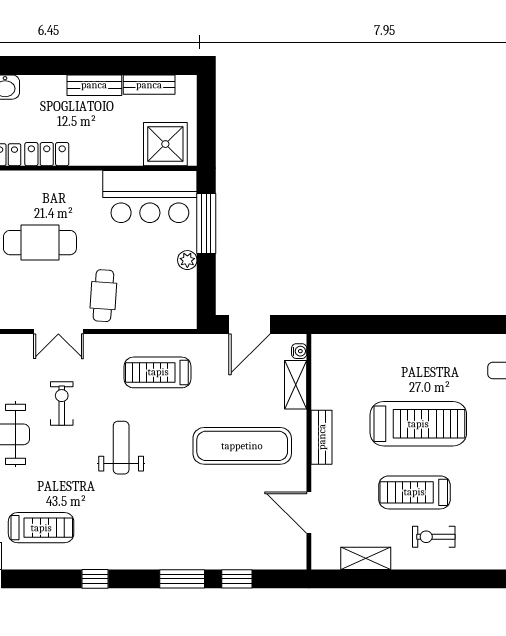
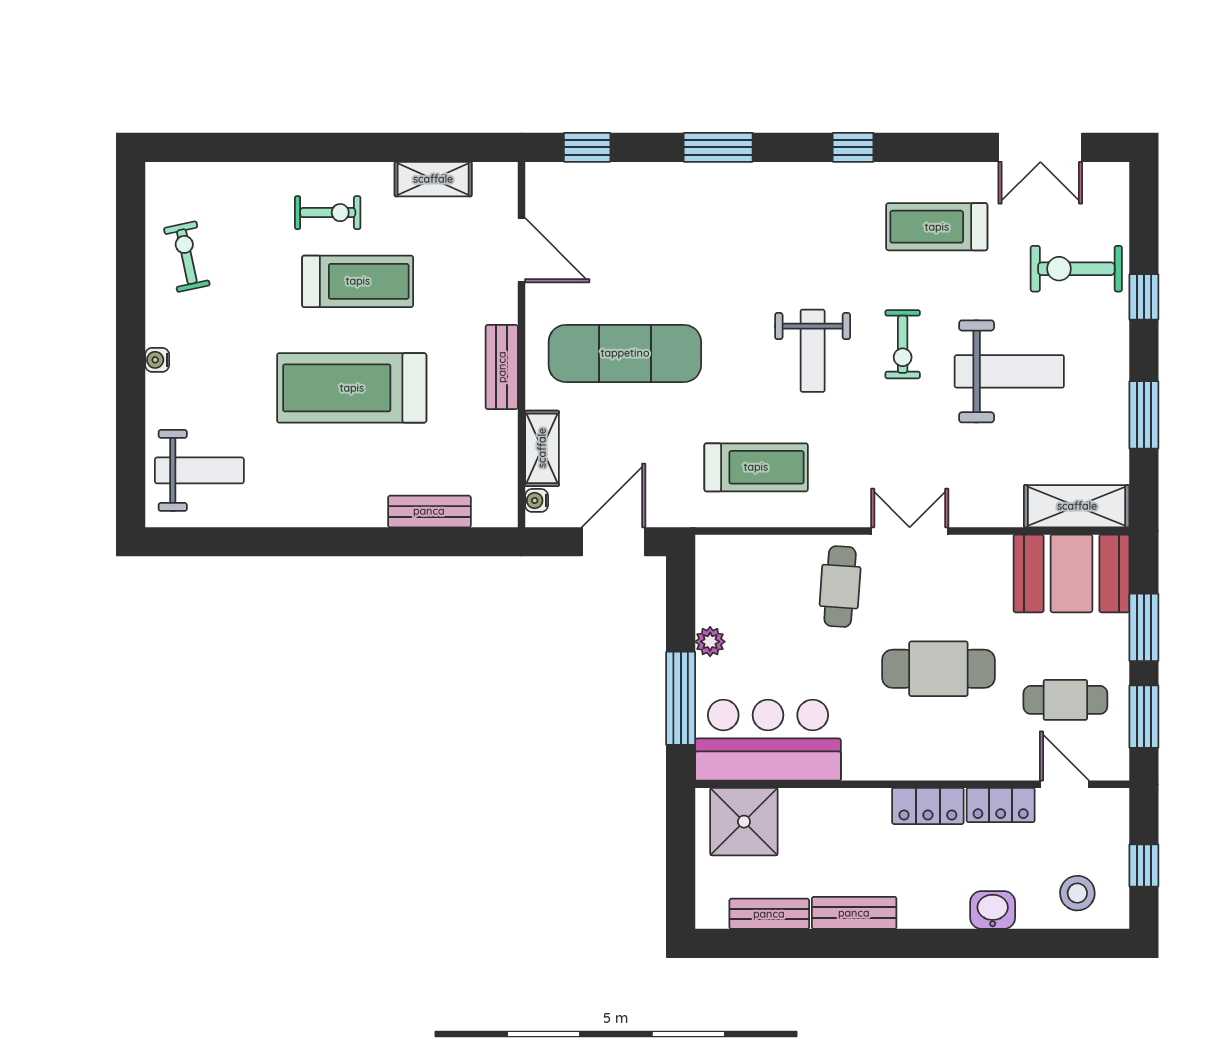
bench: (368, 344) -> (429, 511), added
exercise bike: (62, 404) -> (903, 344), moved
window: (237, 579) -> (587, 147), moved

